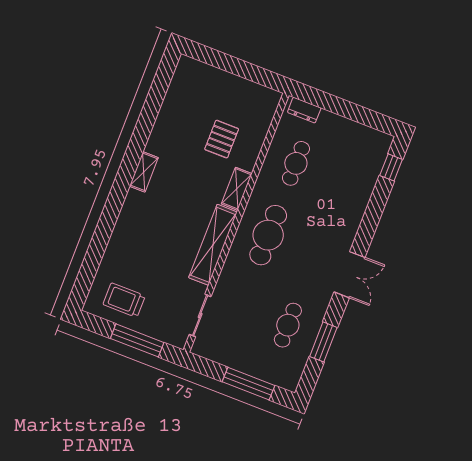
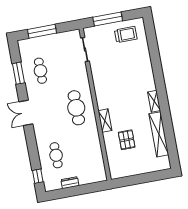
dresser: (304, 110) -> (70, 183), moved
cafe table: (296, 163) -> (56, 155), moved
shelving: (213, 245) -> (159, 134), moved

